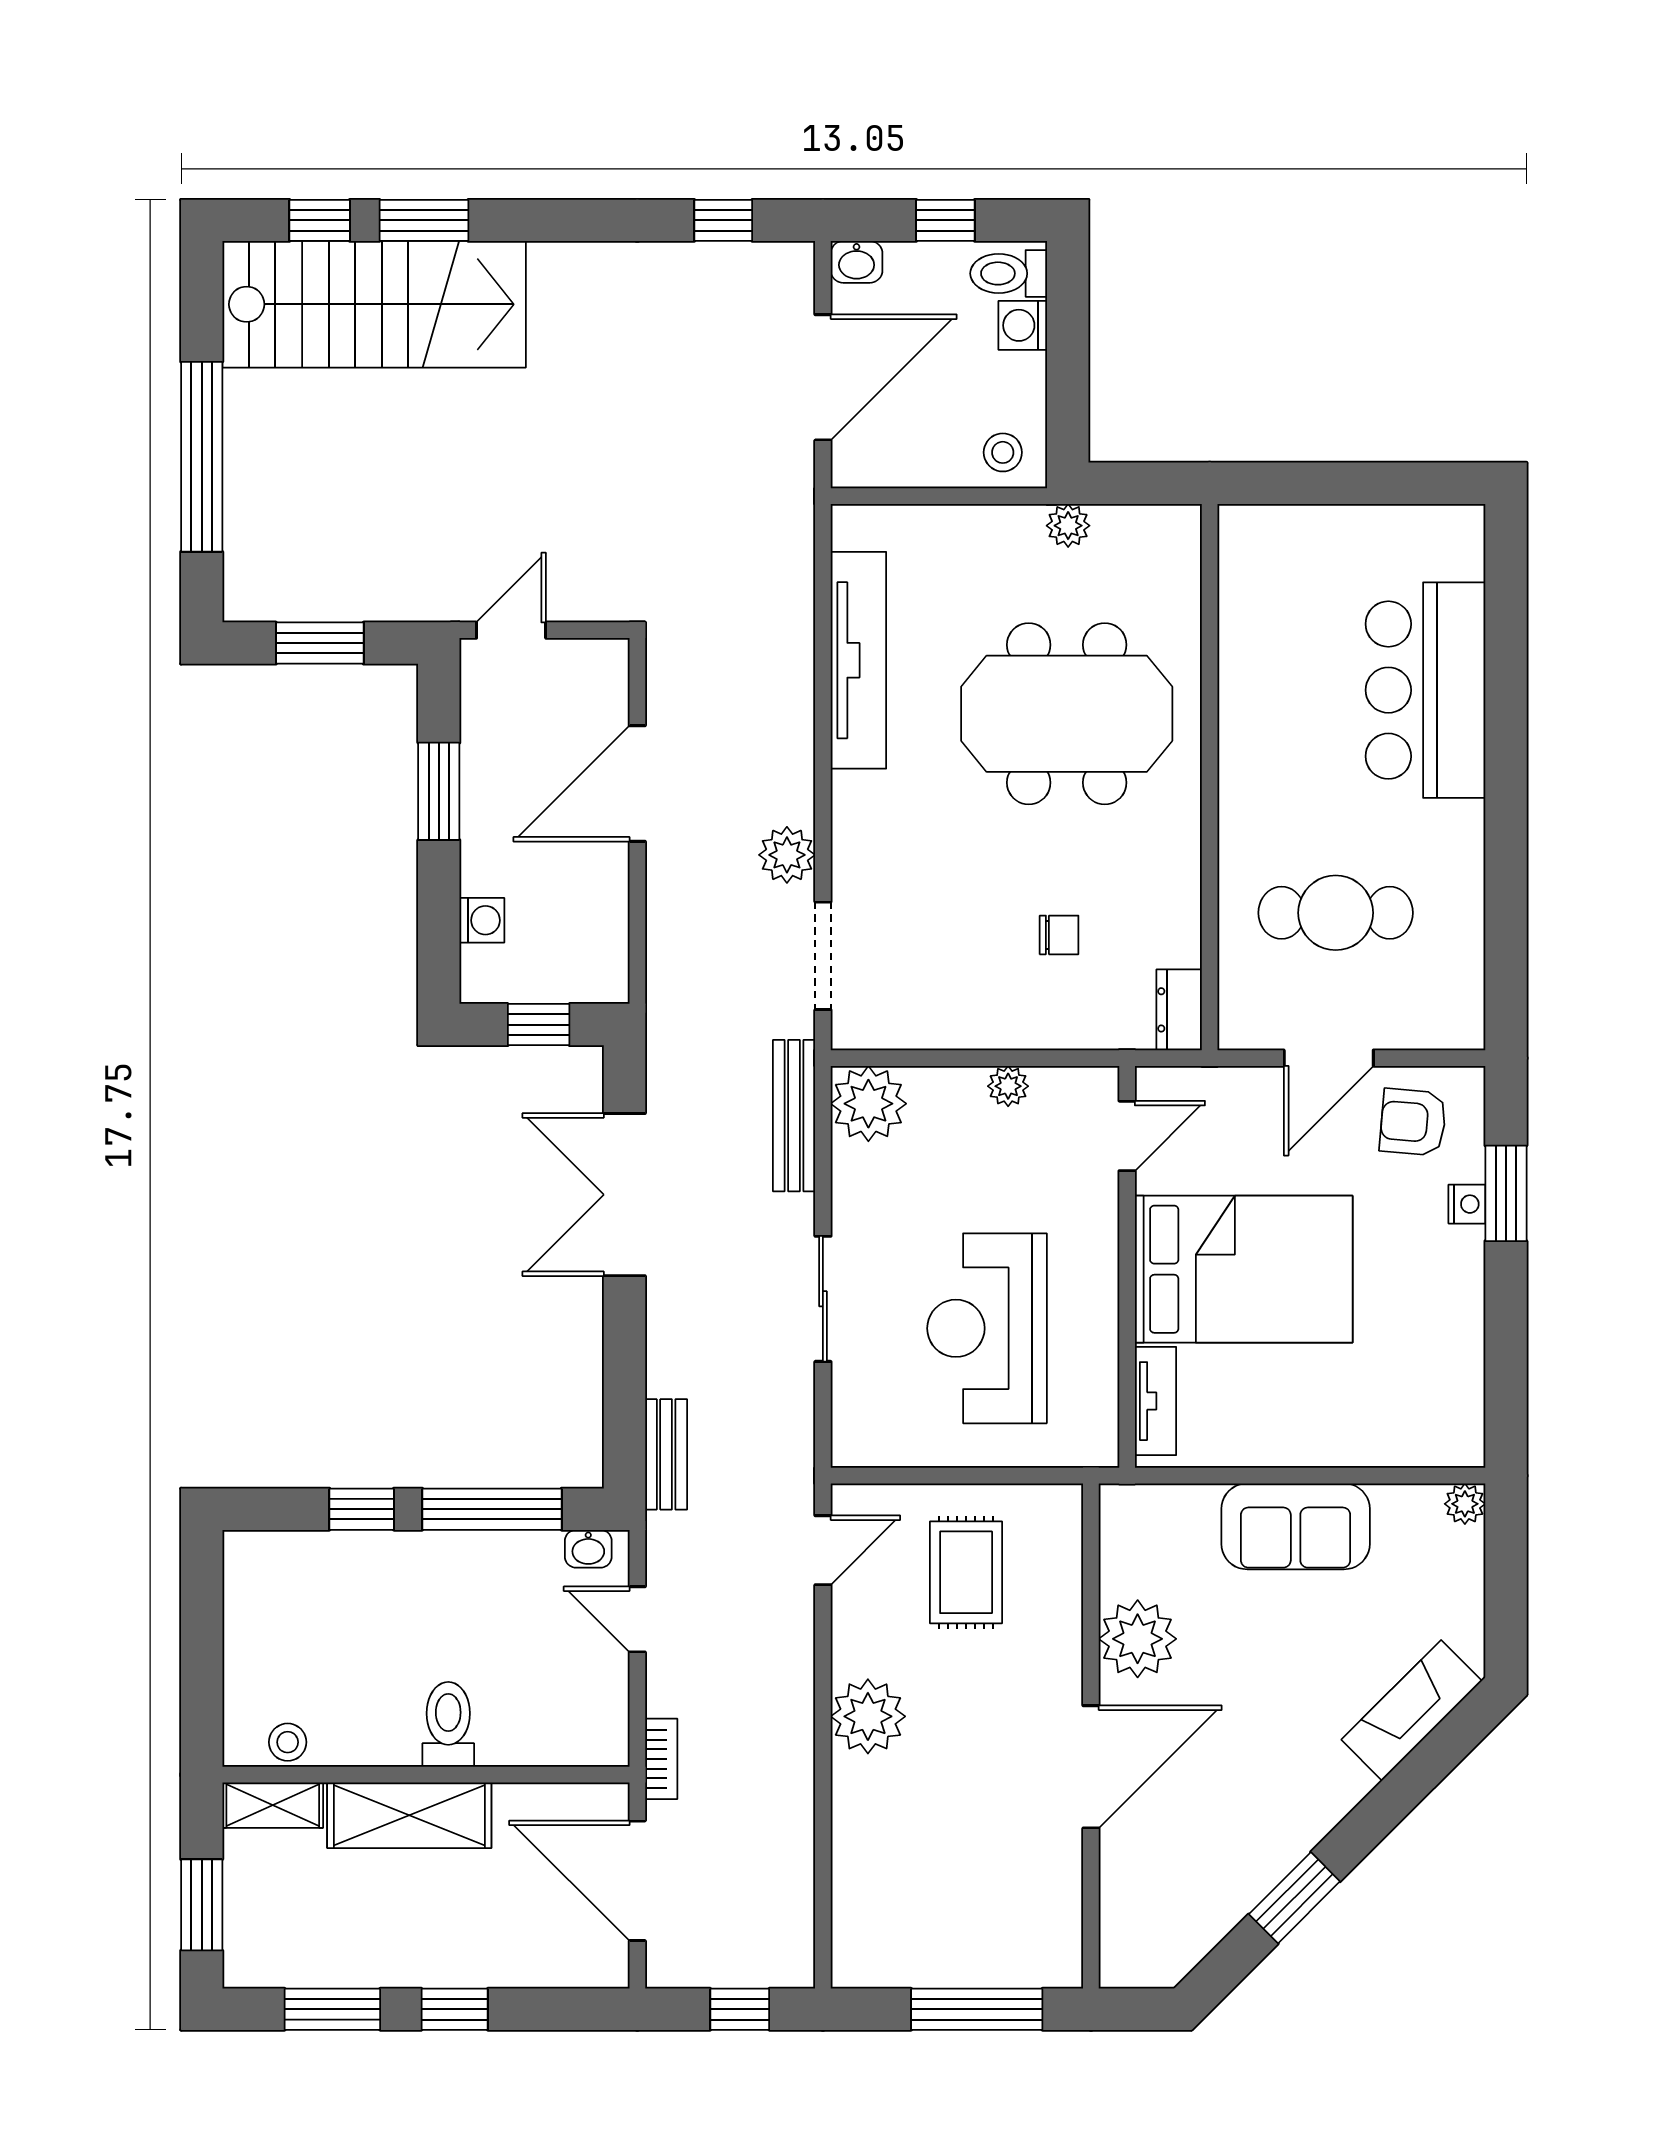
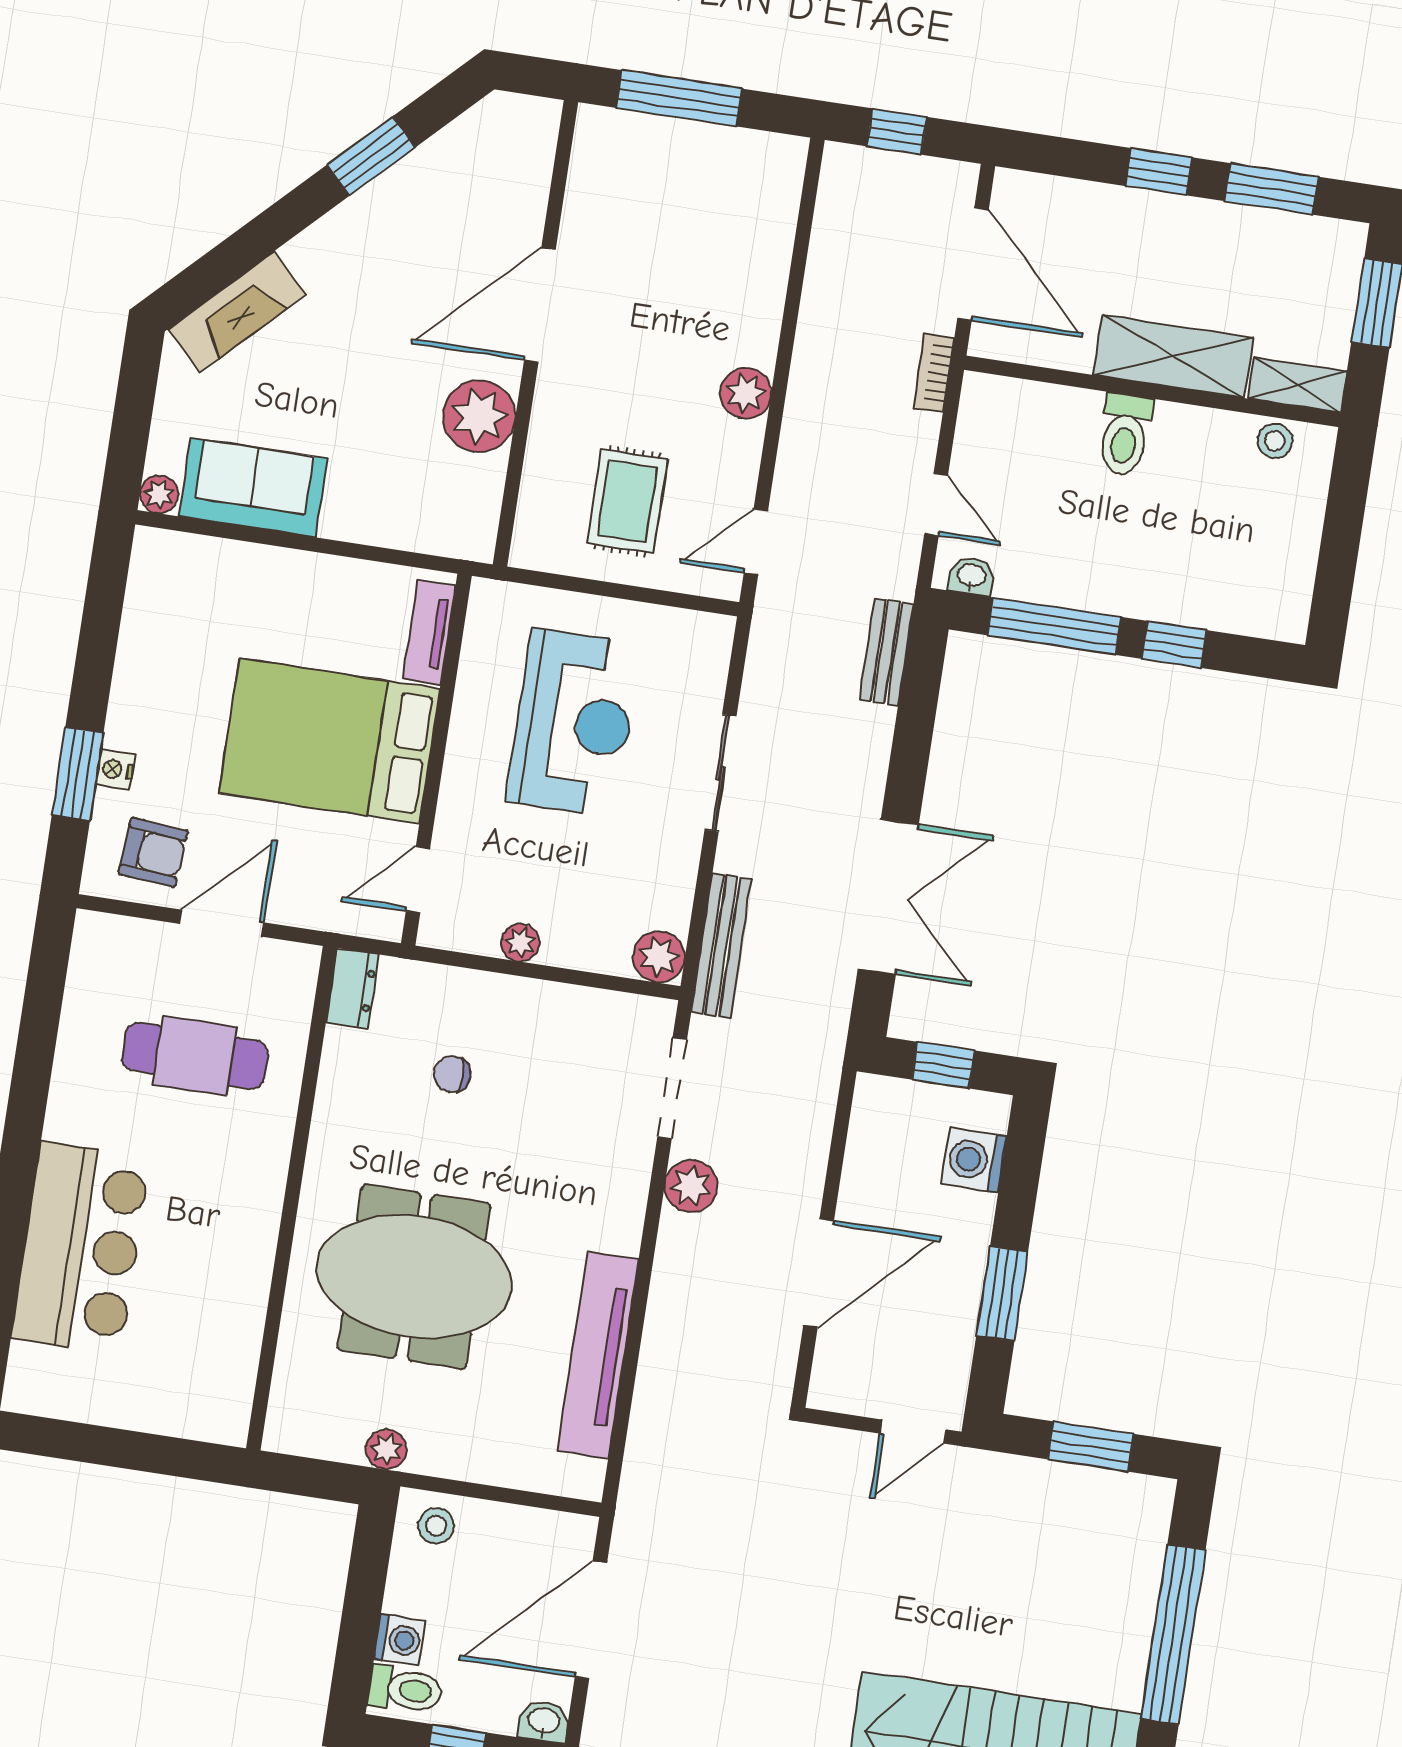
washing machine: (482, 920) -> (974, 1160), width x1.38, depth x1.38
plant: (868, 1104) -> (659, 957), width x0.73, depth x0.73
sofa: (1296, 1526) -> (253, 487), moved
plant: (868, 1716) -> (746, 393), width x0.73, depth x0.73

